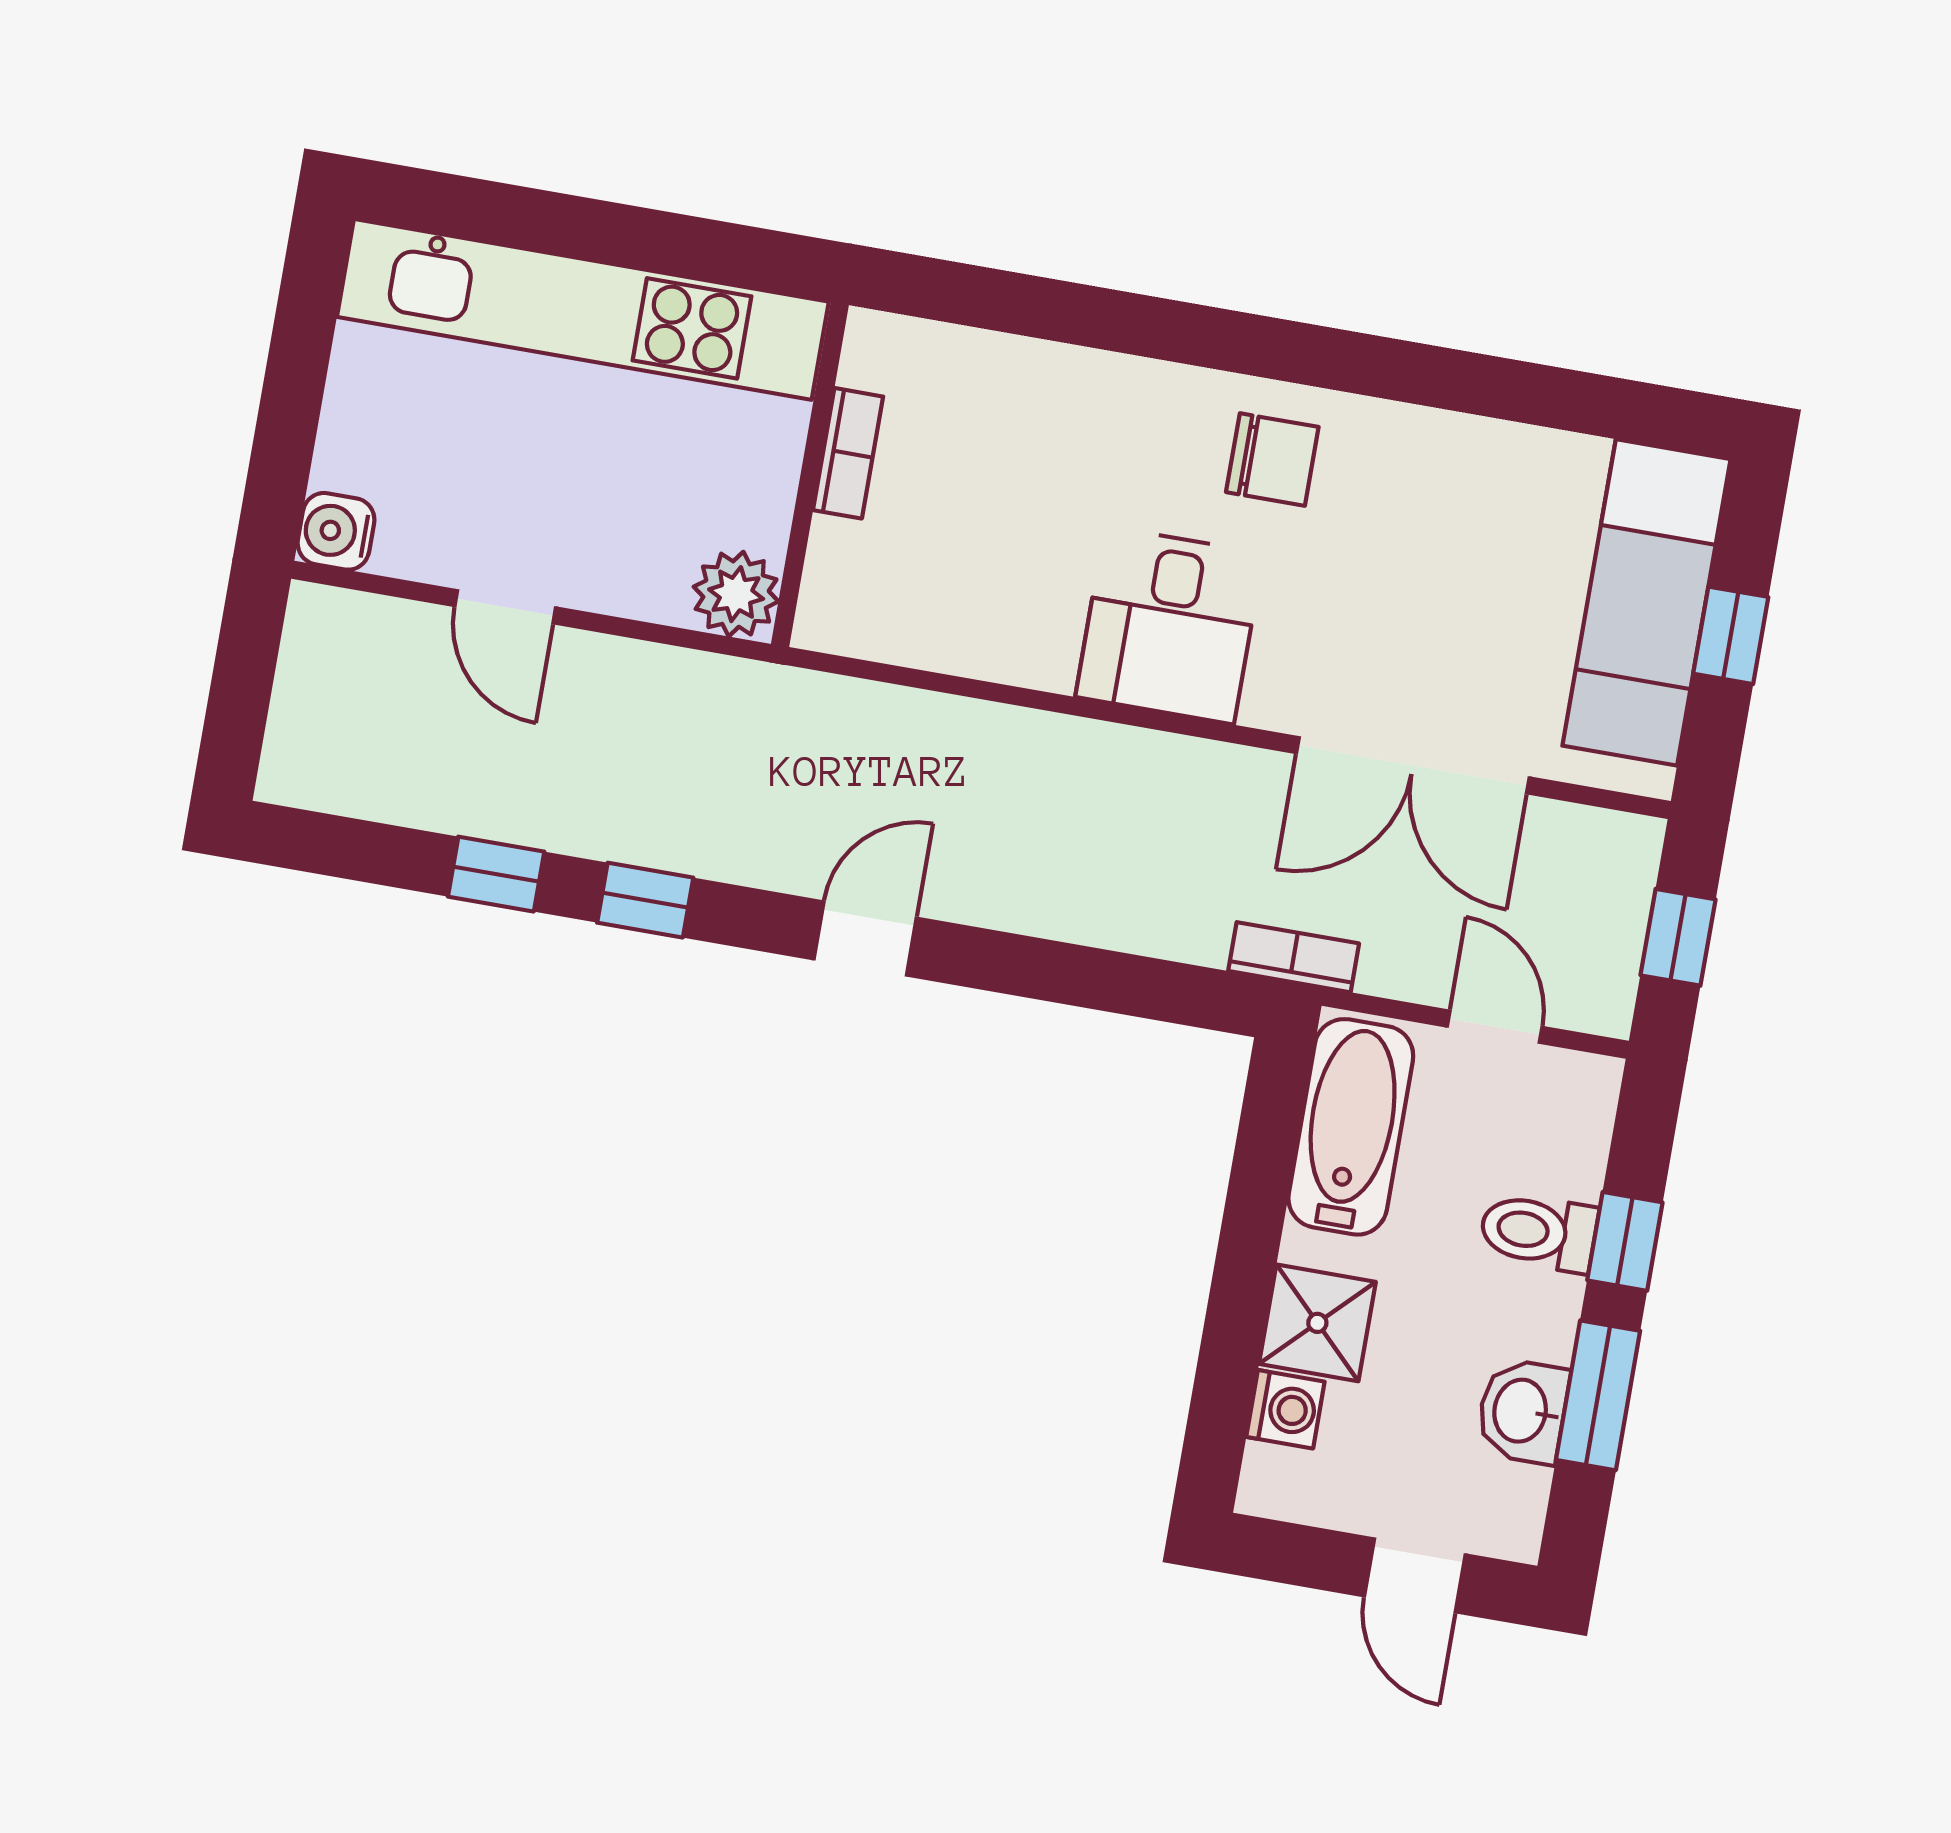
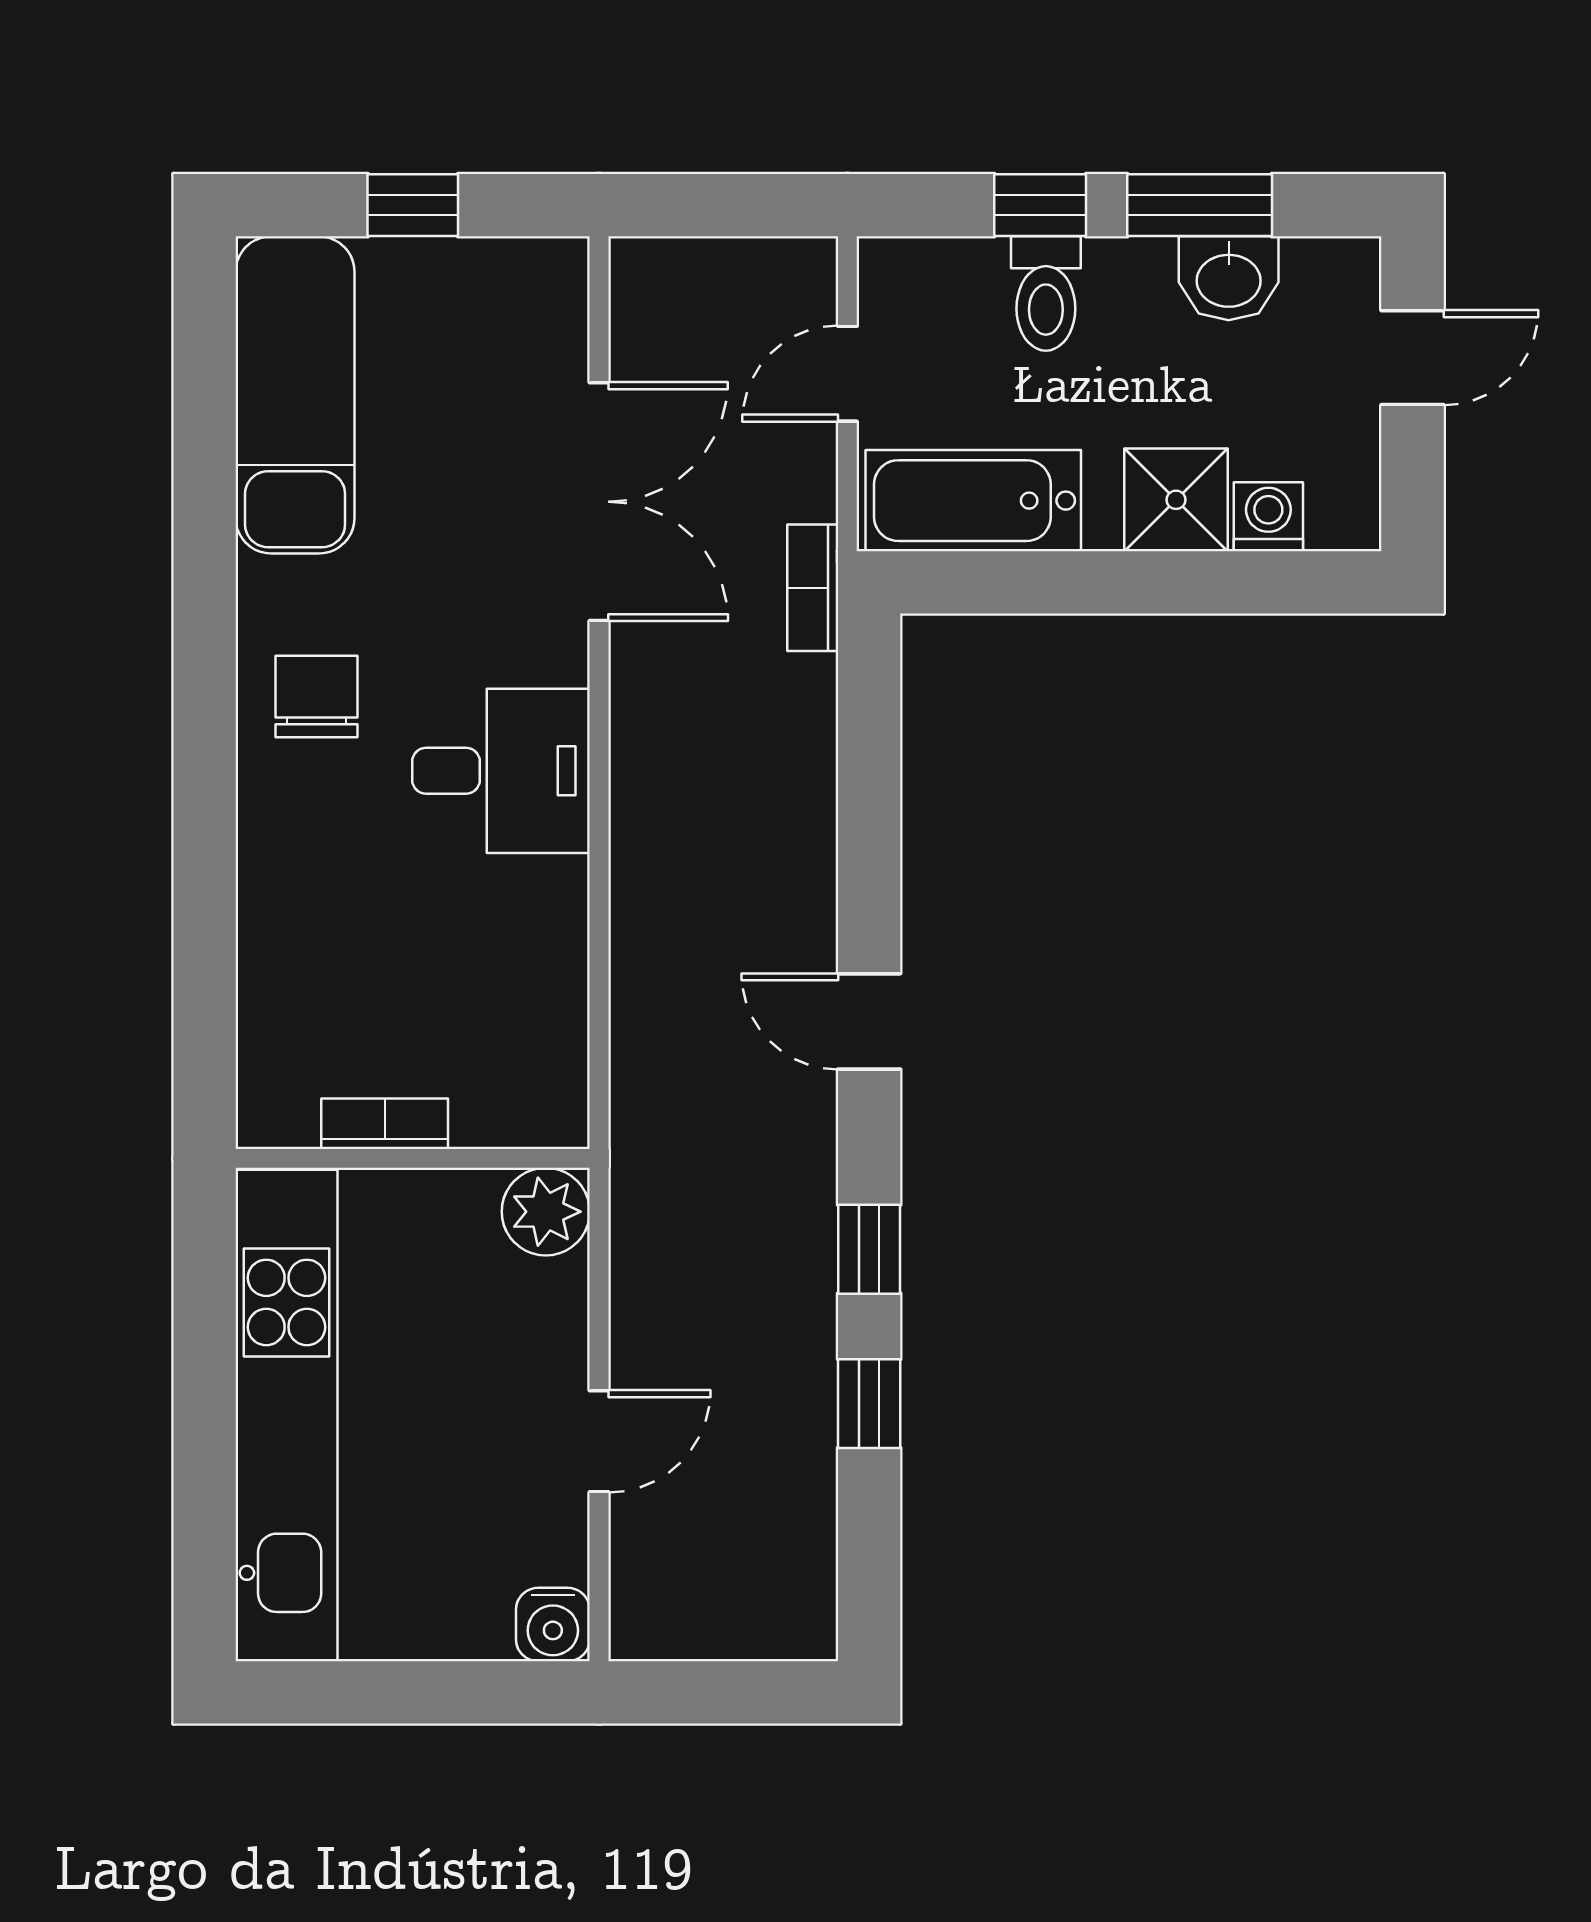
exam couch: (1646, 602) -> (295, 395), moved, turned -90
window: (1678, 937) -> (725, 205), removed

